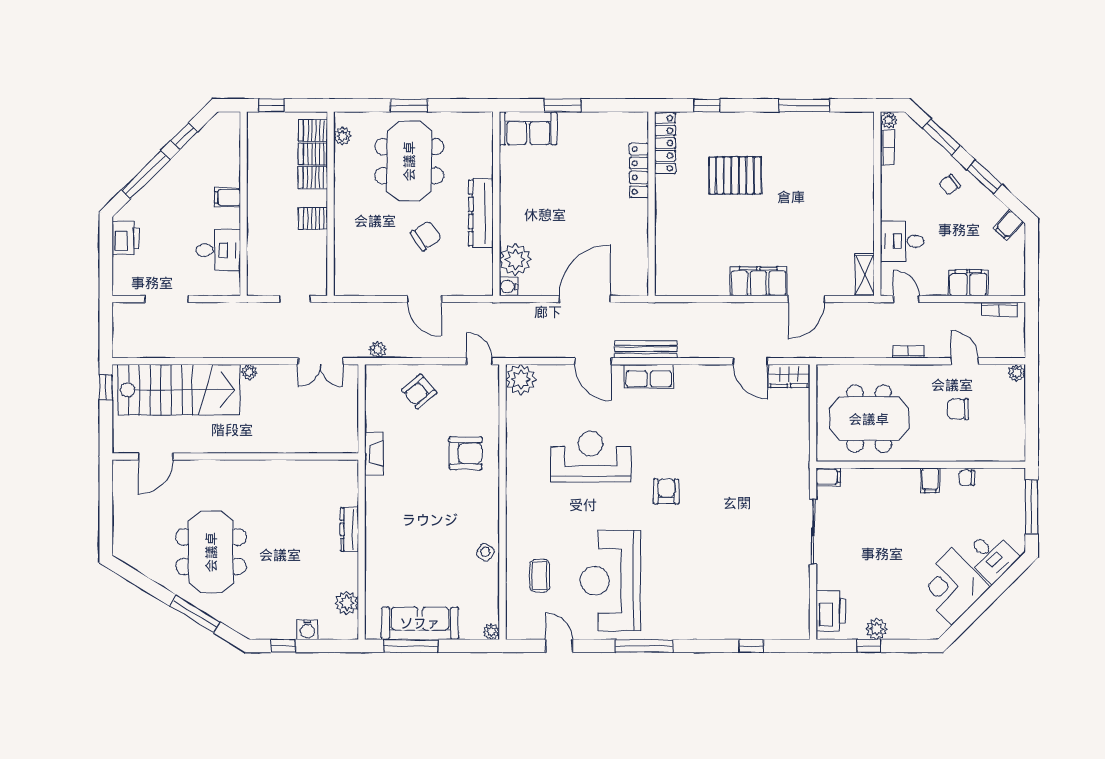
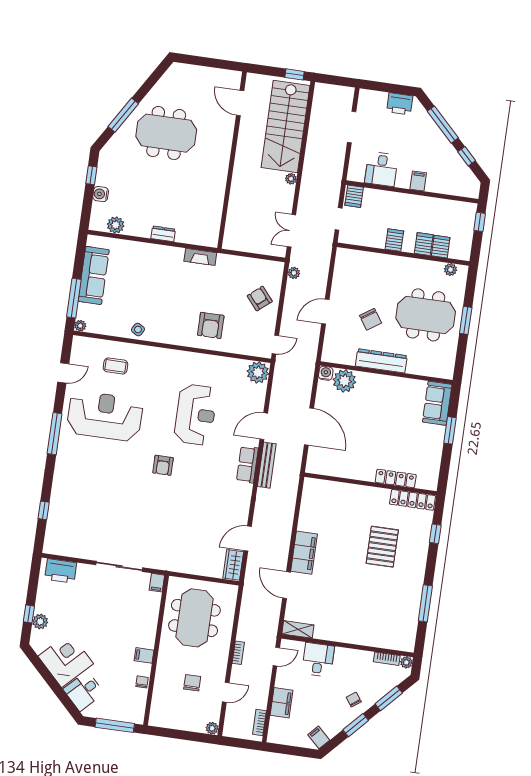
server rack: (313, 131) -> (354, 196), moved, turned 180
fireplace: (374, 453) -> (200, 257), moved
armchair: (666, 491) -> (163, 465), turned 90
dresser: (350, 529) -> (163, 234), width x0.70
plant: (877, 629) -> (40, 622), moved
window: (411, 646) -> (74, 298), moved
window: (869, 646) -> (29, 614), moved

